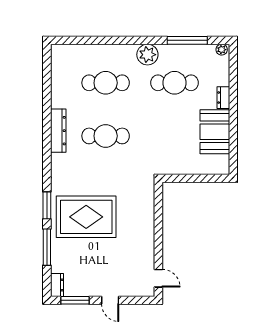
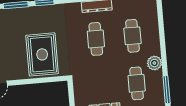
rug: (86, 217) -> (42, 54), moved

